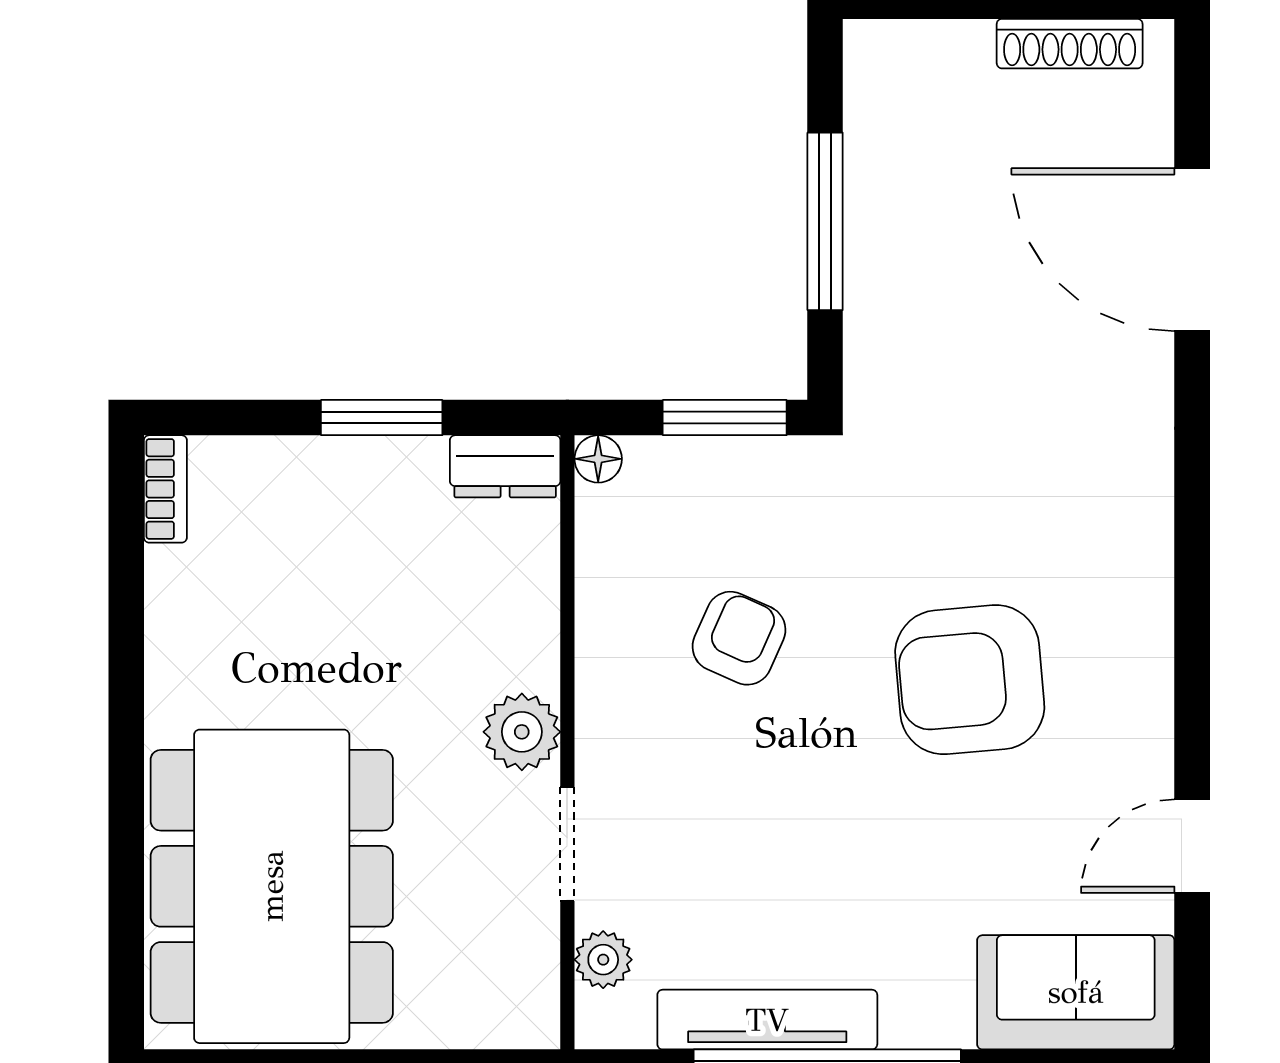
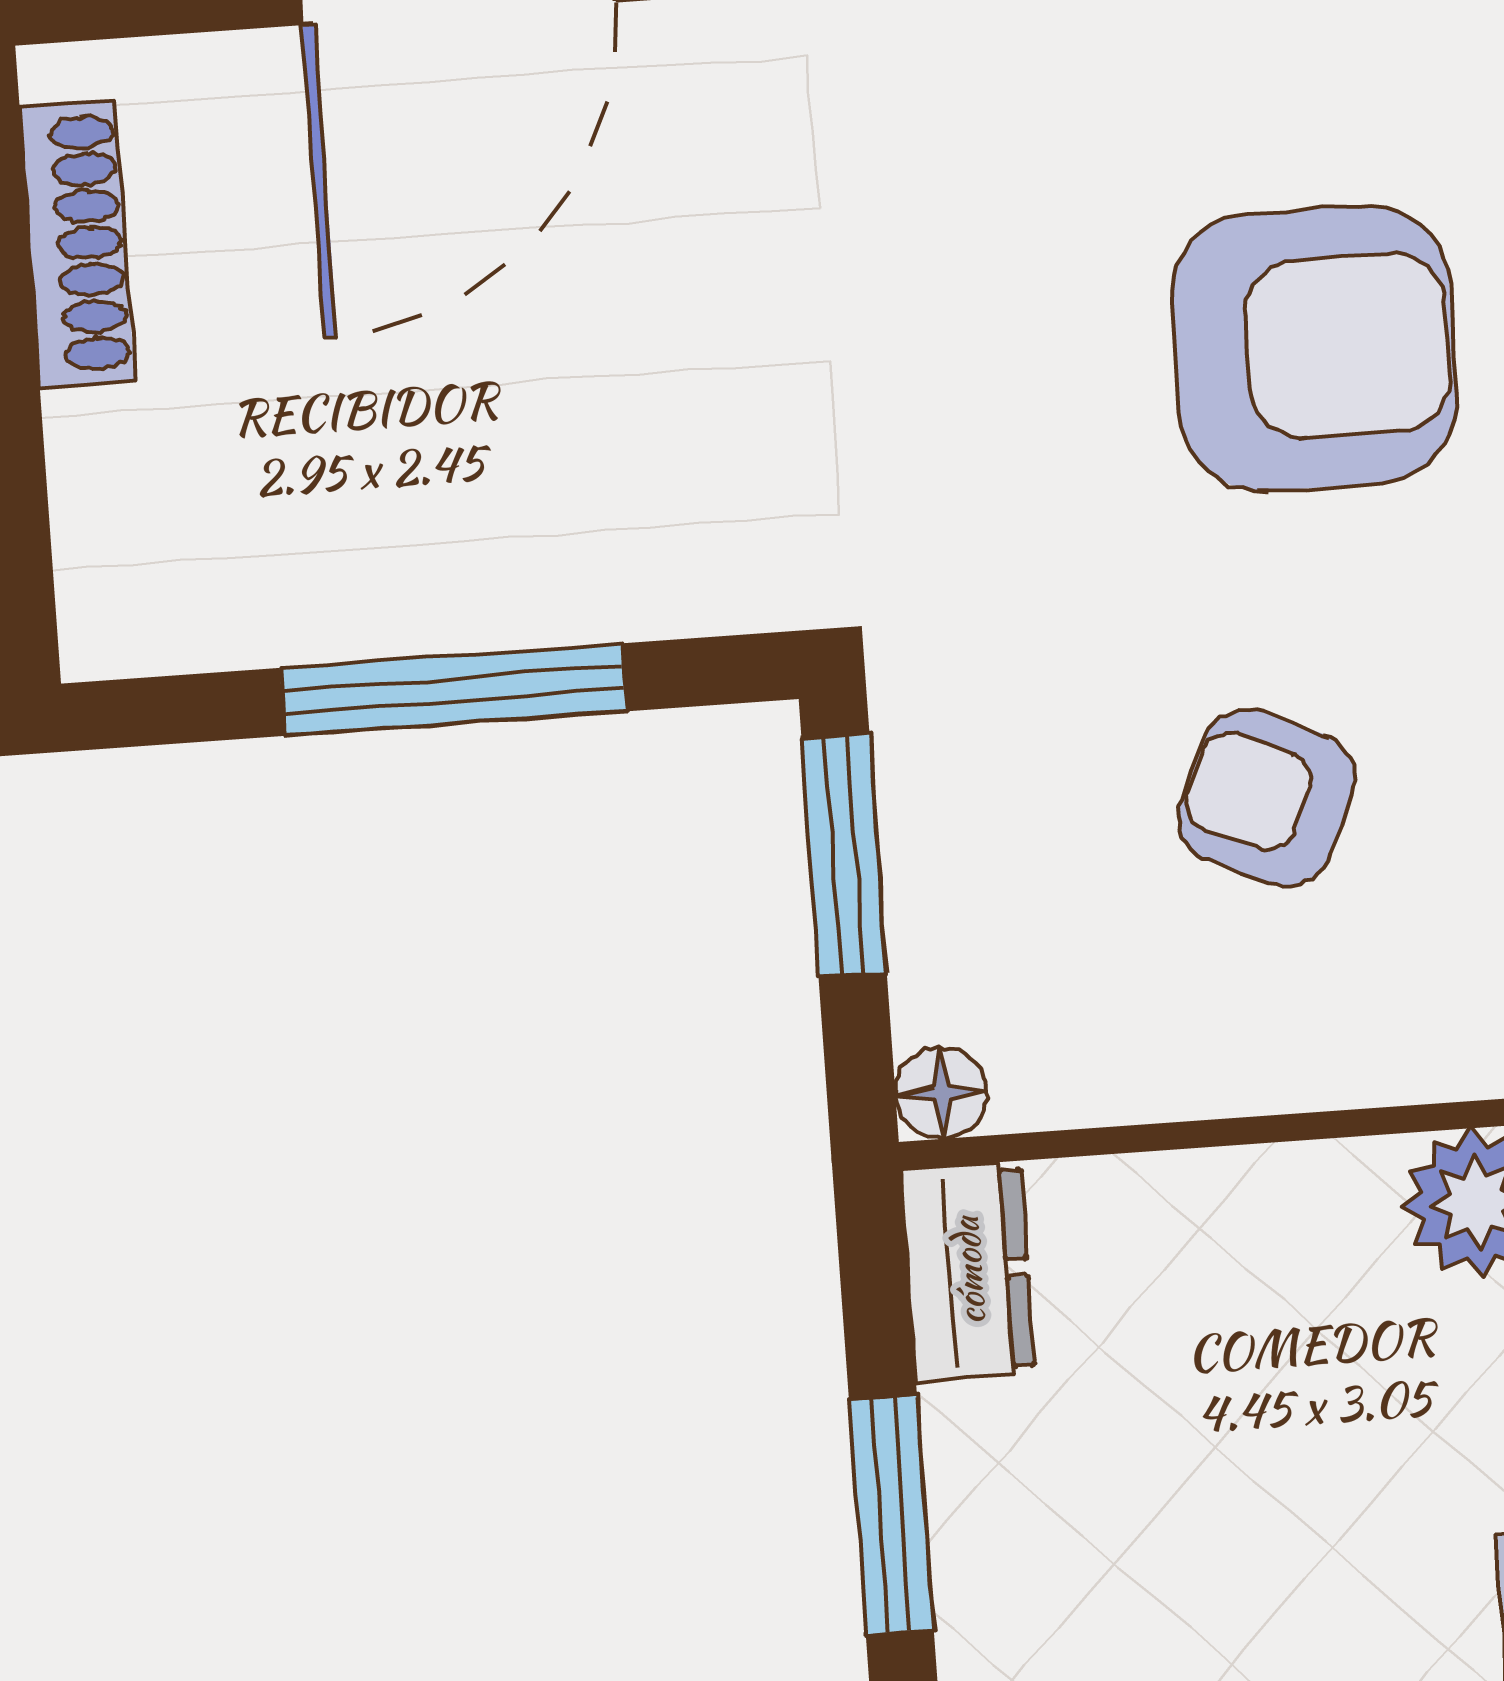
armchair: (970, 680) -> (1314, 348), turned -85

